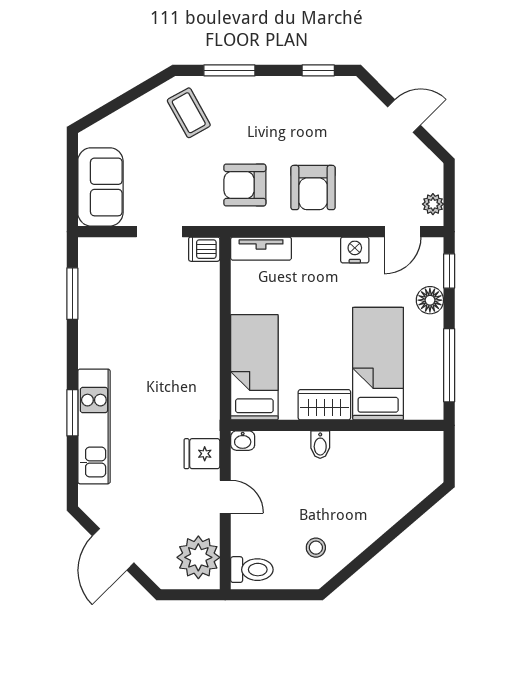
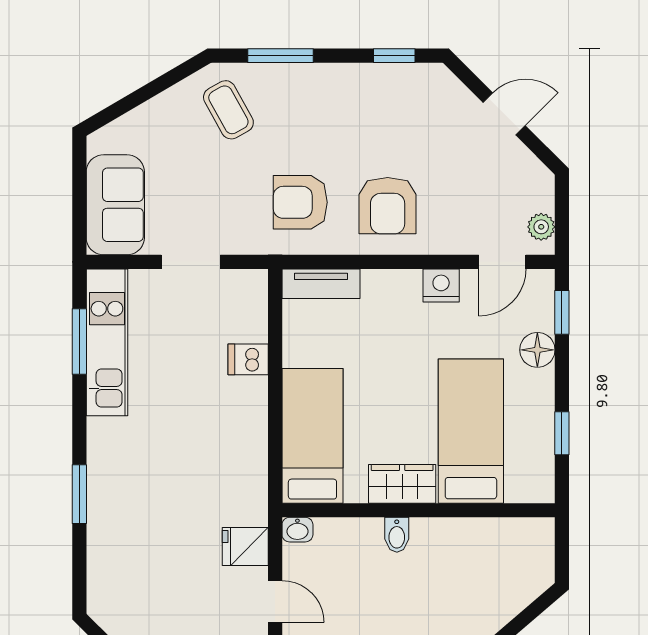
dishwasher: (204, 249) -> (248, 359), moved
window: (449, 365) -> (562, 433), width x0.46
kitchen unit: (94, 426) -> (107, 342), moved

